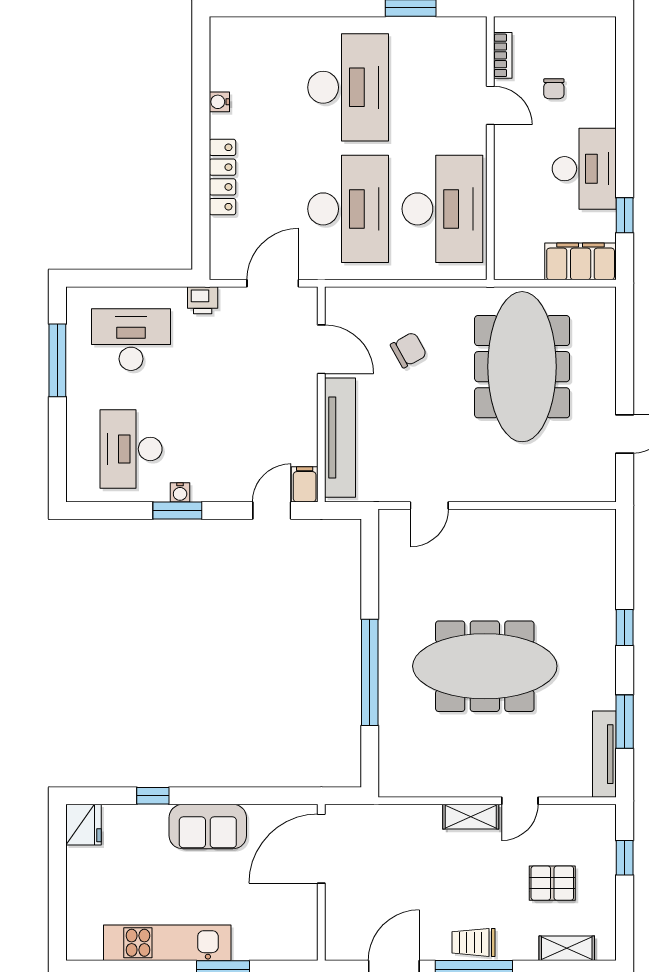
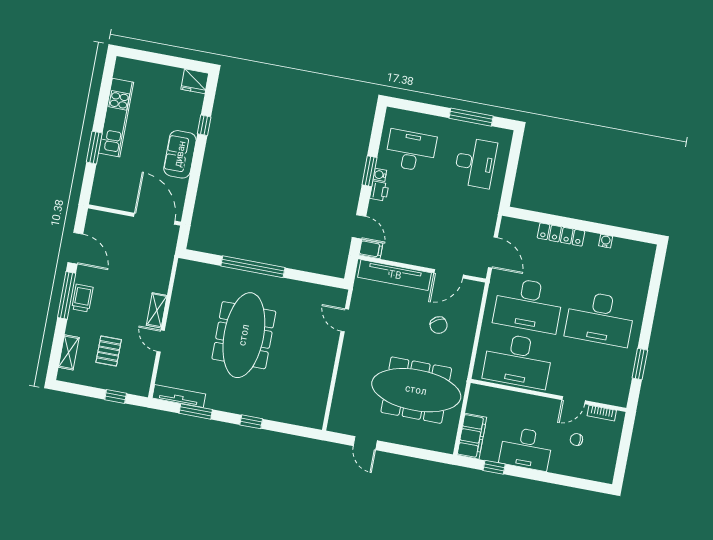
printer: (203, 300) -> (379, 191), moved, turned 180

